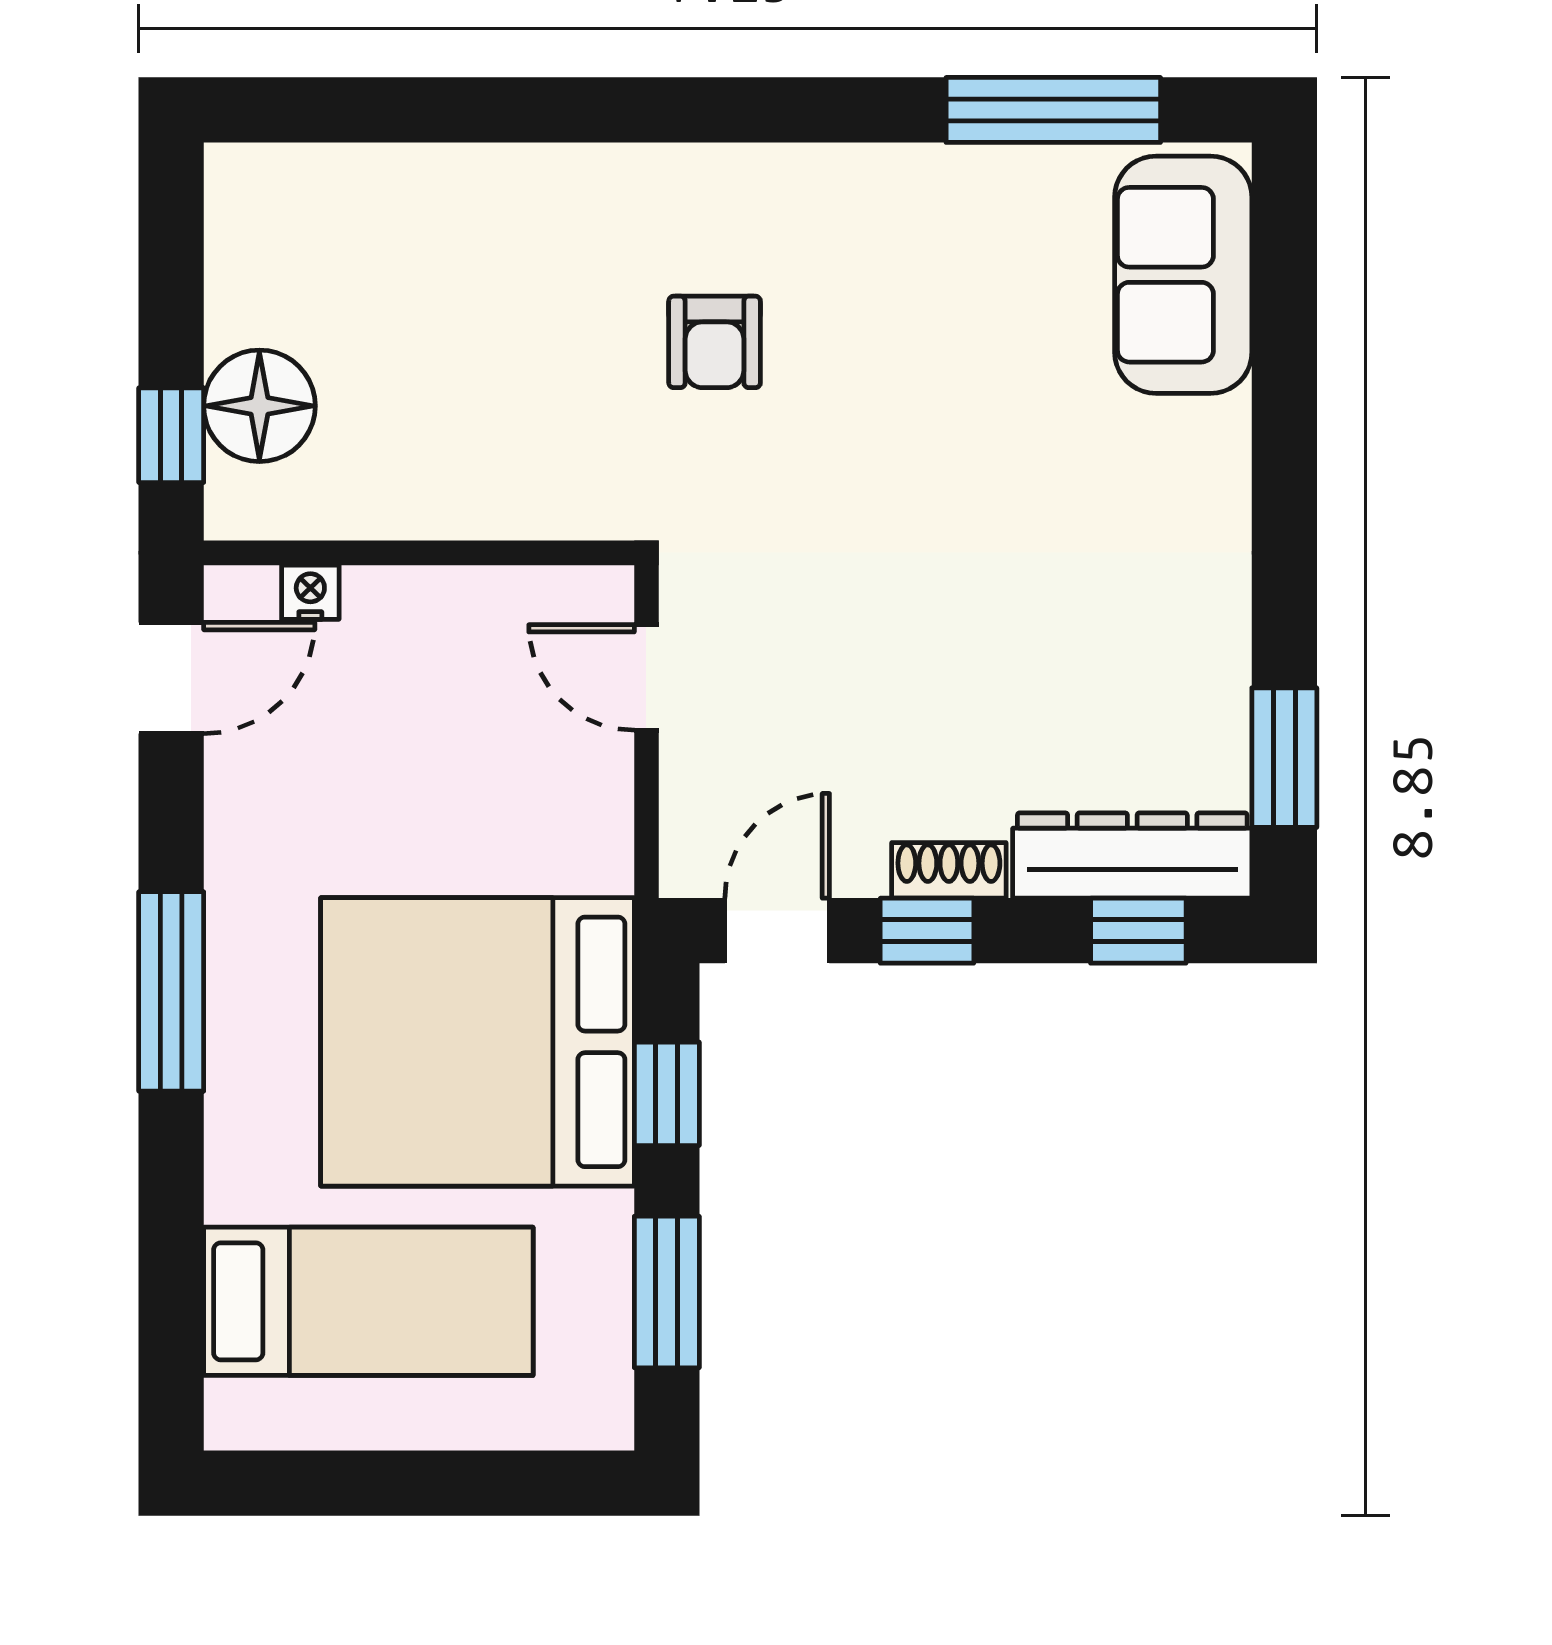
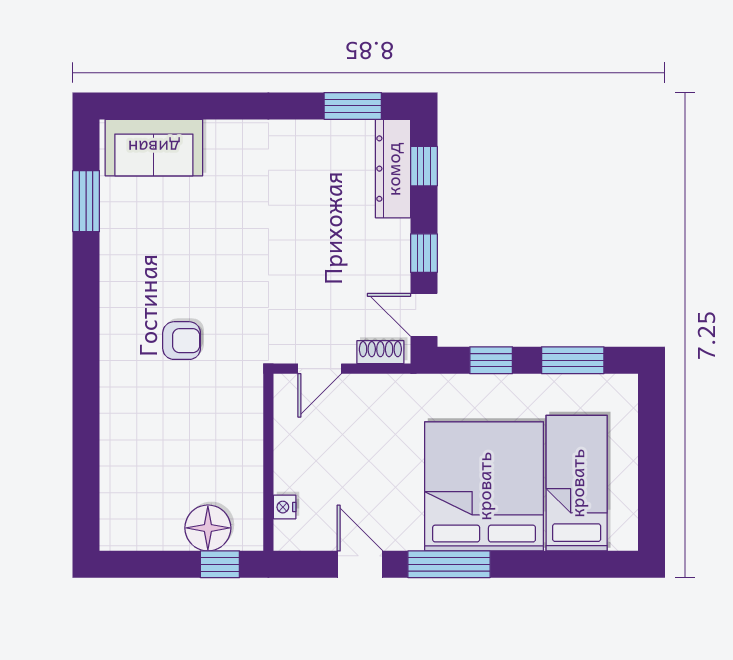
window: (1053, 110) -> (86, 201), width x0.69
door: (171, 678) -> (360, 564), moved
shoe rack: (949, 870) -> (380, 352), moved, turned 90
bed: (478, 1042) -> (484, 486), moved, turned 180

